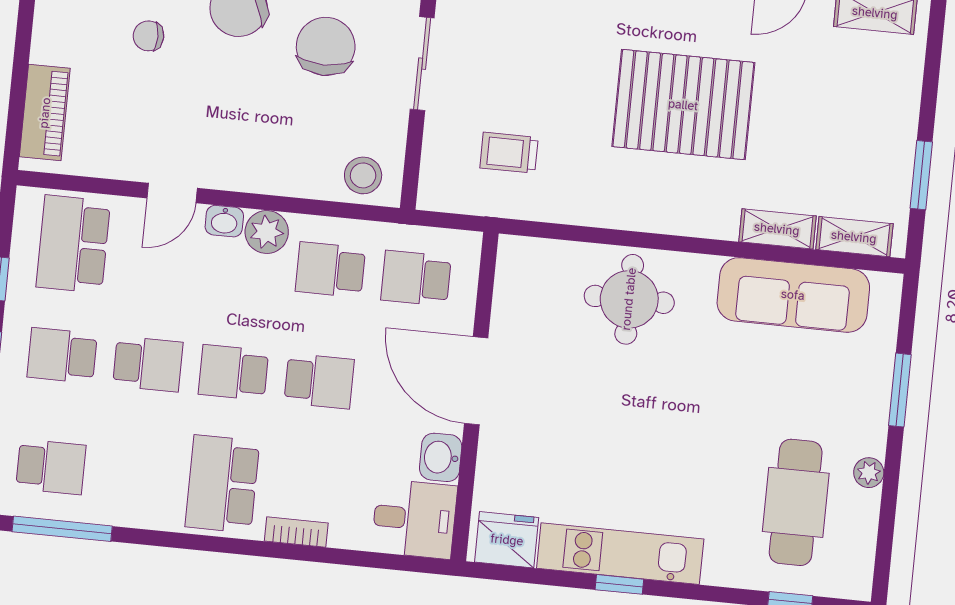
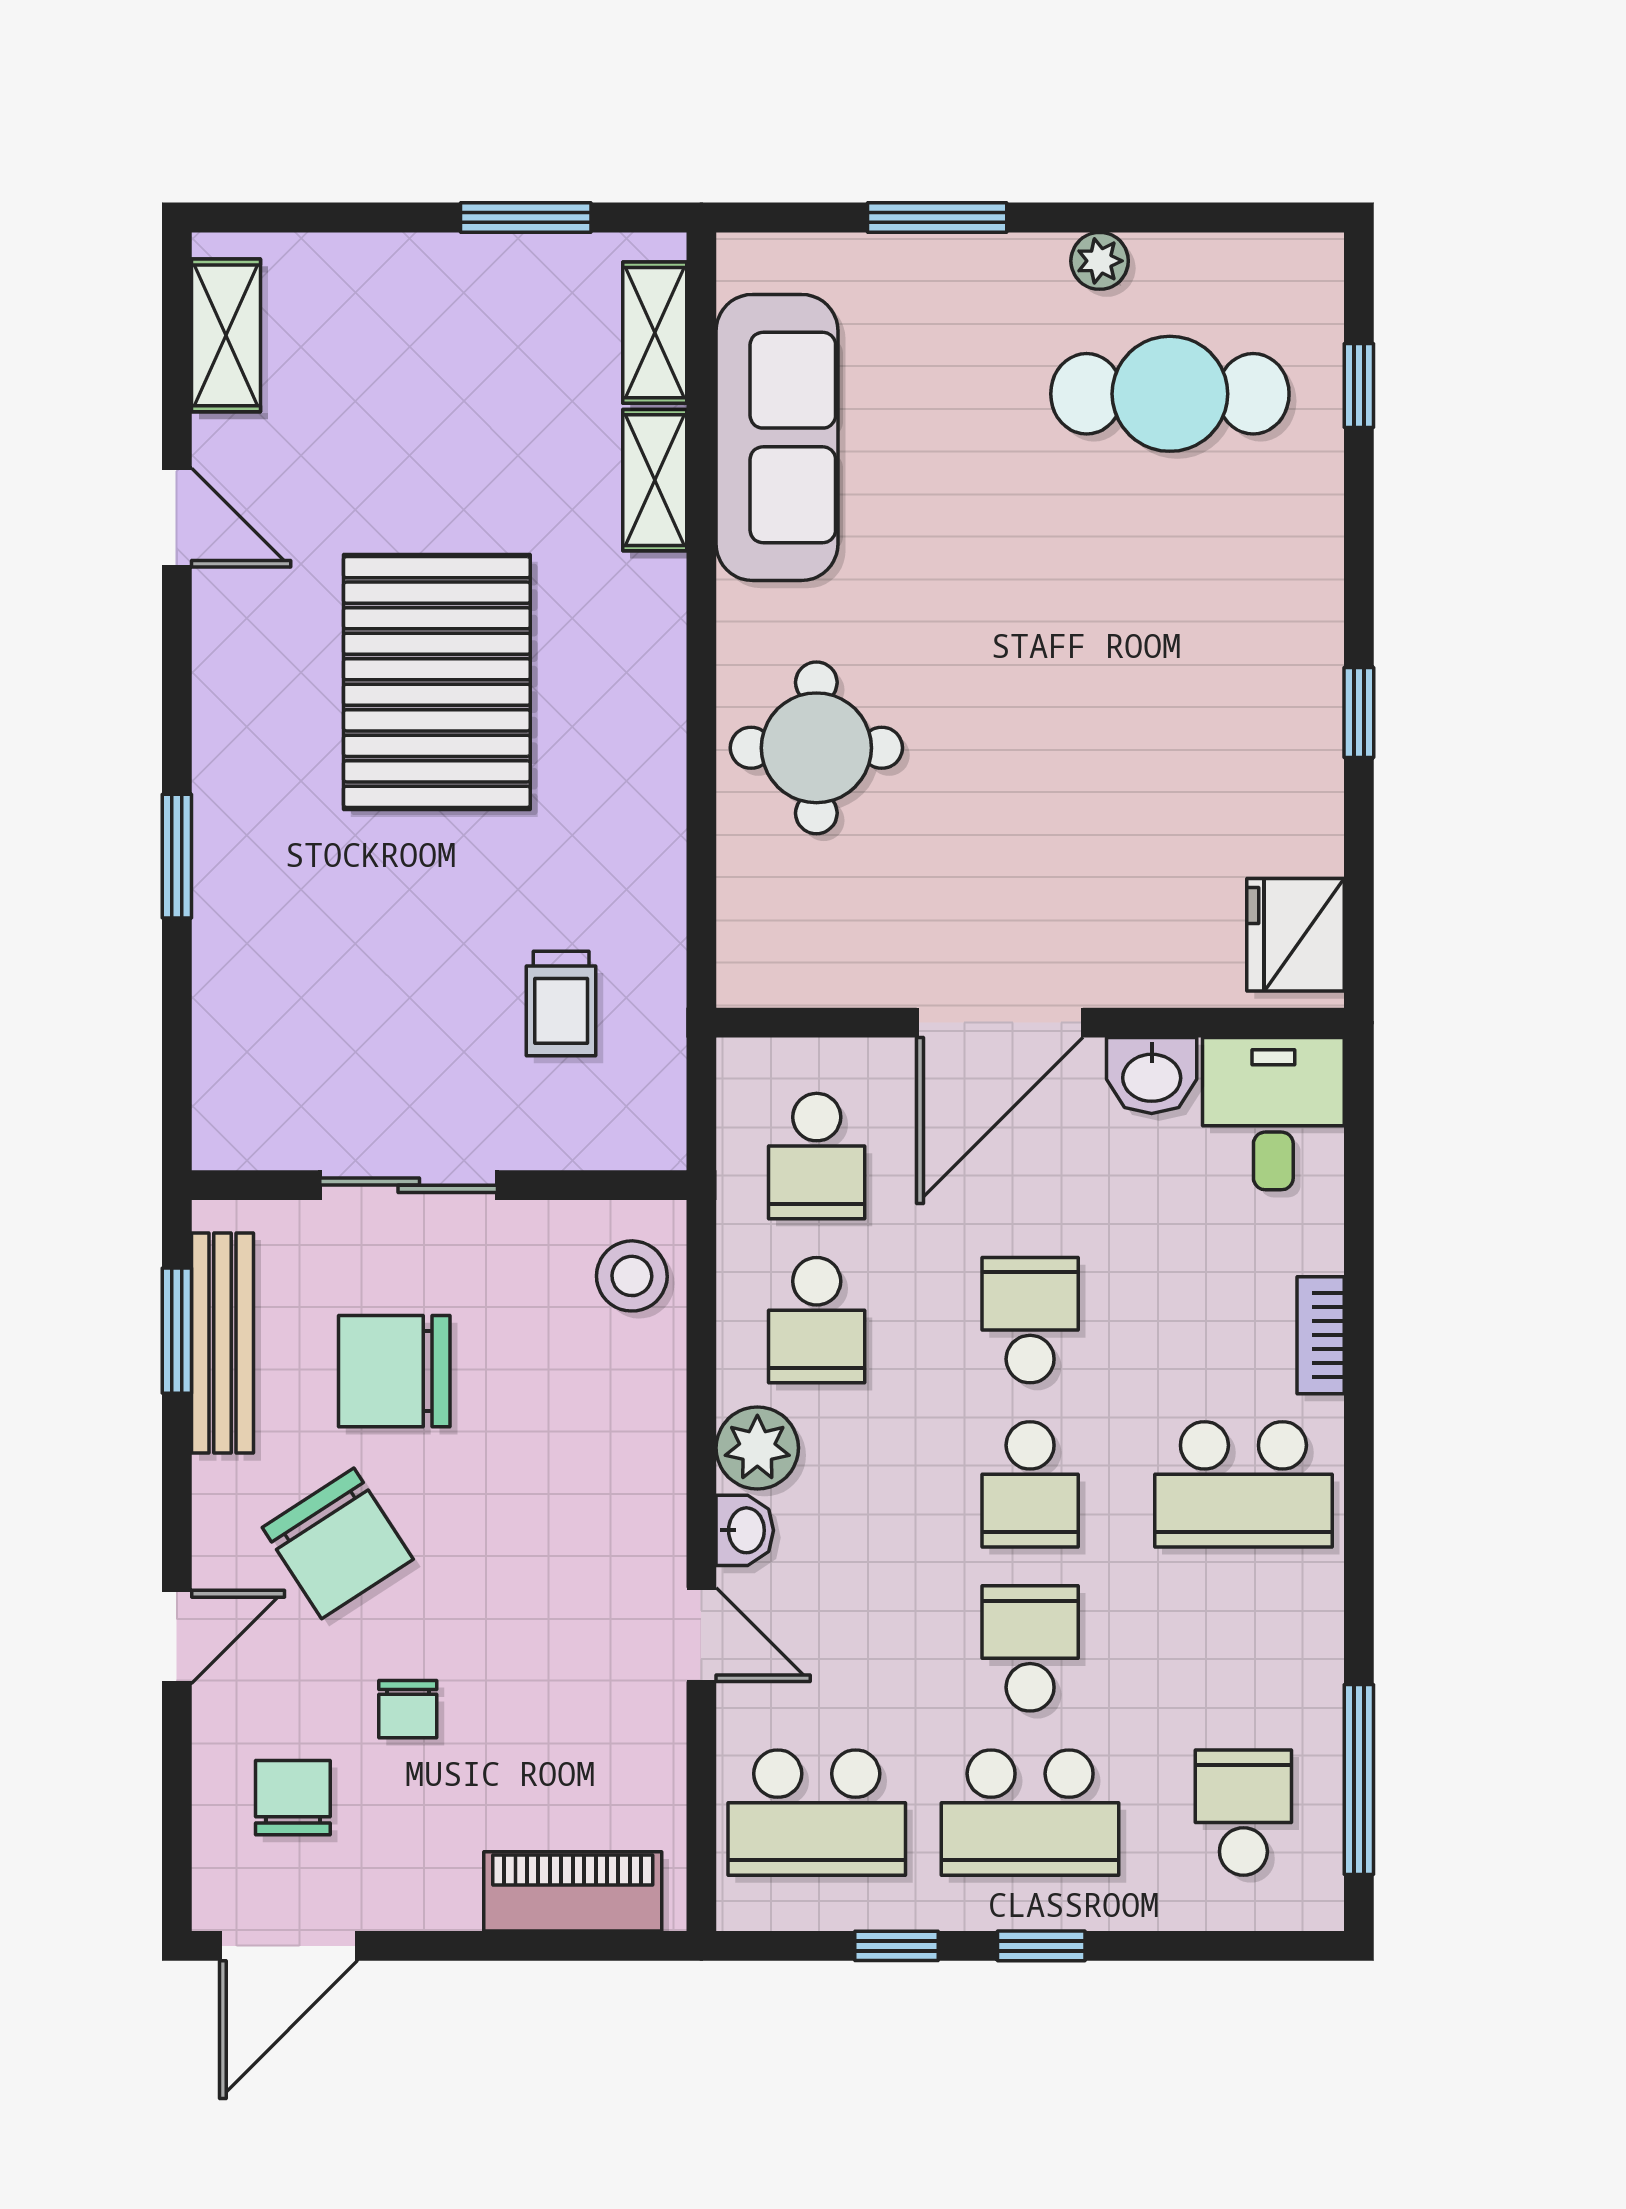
school desk: (62, 355) -> (1030, 1813), width x1.85
kitchen unit: (620, 554) -> (1300, 717), removed

